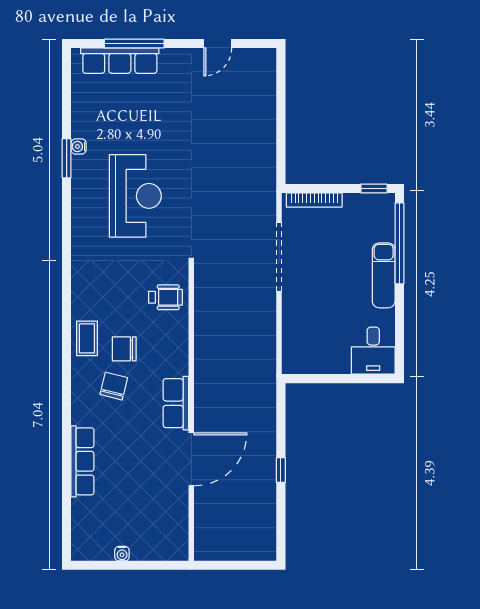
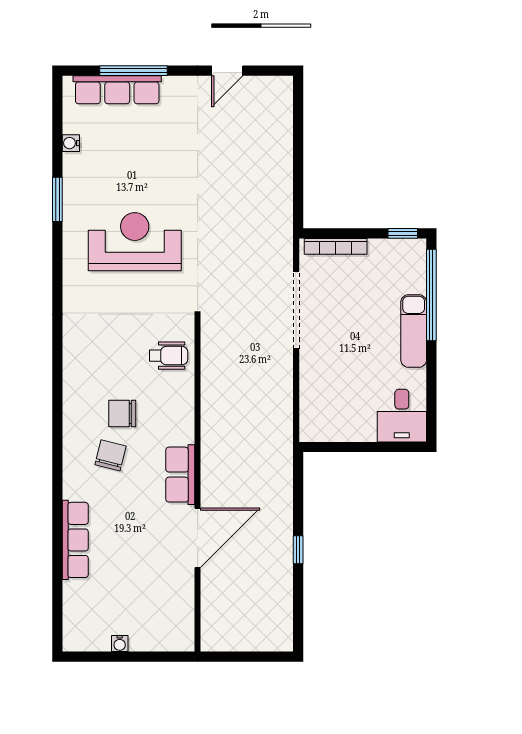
water cooler: (79, 146) -> (71, 143), moved
reception desk: (135, 196) -> (135, 242), turned -90
coffee table: (87, 338) -> (80, 402), removed

